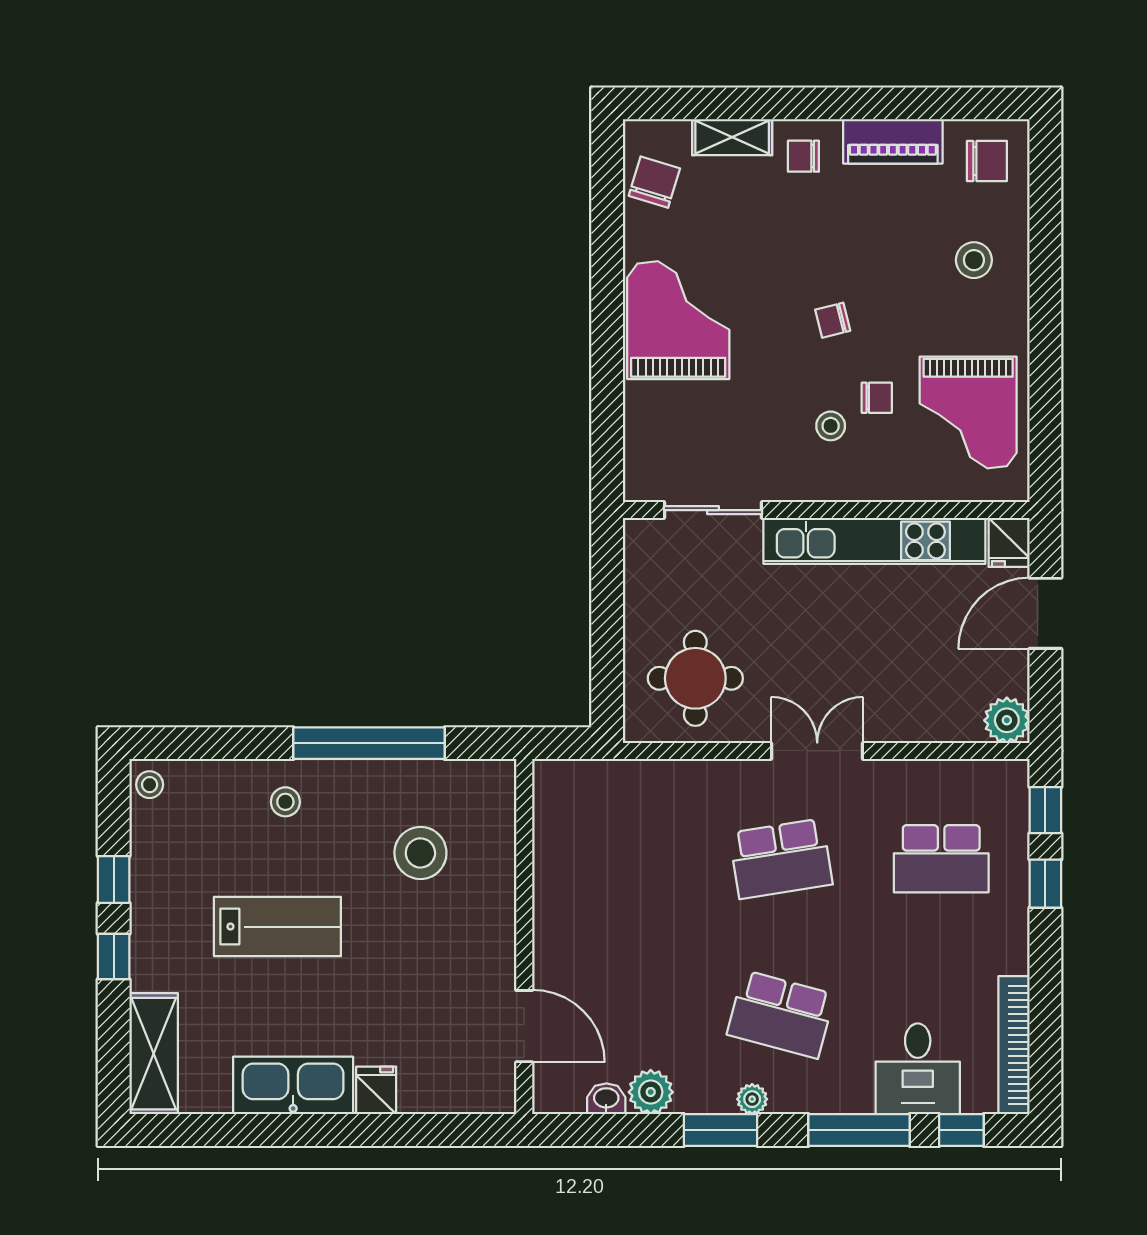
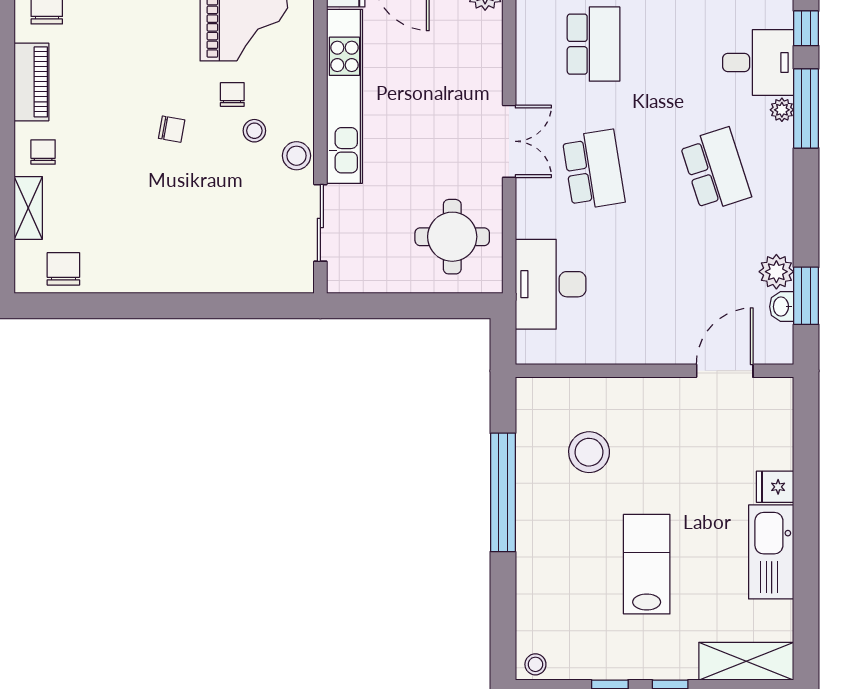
chair: (803, 156) -> (43, 152), turned 180
chair: (654, 182) -> (63, 269), turned 73
stool: (974, 260) -> (296, 156), moved
grand piano: (678, 320) -> (171, 250), removed
chair: (833, 320) -> (172, 129), turned -66
double door: (817, 751) -> (509, 141), swing flipped
stool: (285, 802) -> (549, 558), removed
desk: (635, 804) -> (551, 284), added
school desk: (781, 1014) -> (715, 170), turned -33
plant: (752, 1099) -> (782, 110), moved
window: (720, 1130) -> (806, 296), moved

